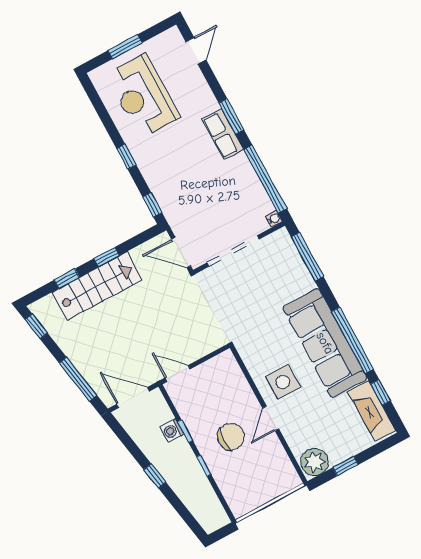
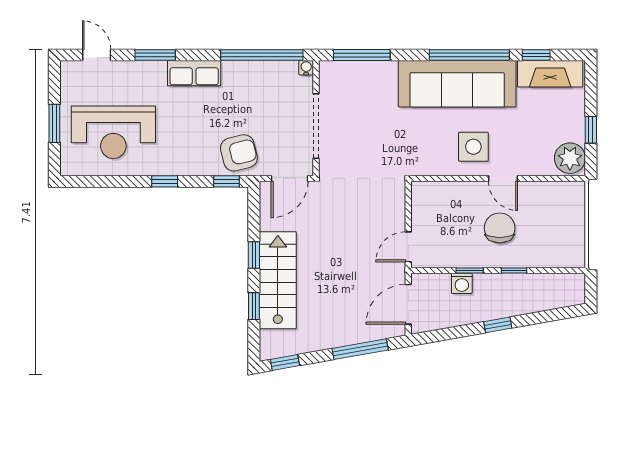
window: (231, 116) -> (155, 55), moved
armchair: (180, 202) -> (239, 153), added

